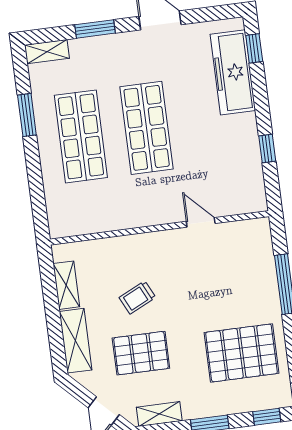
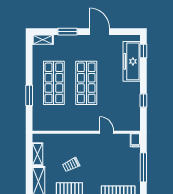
window: (27, 115) -> (29, 95), moved
filing cabinet: (261, 231) -> (135, 140), added

